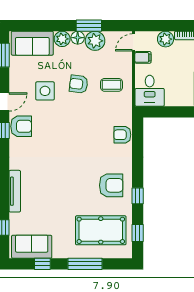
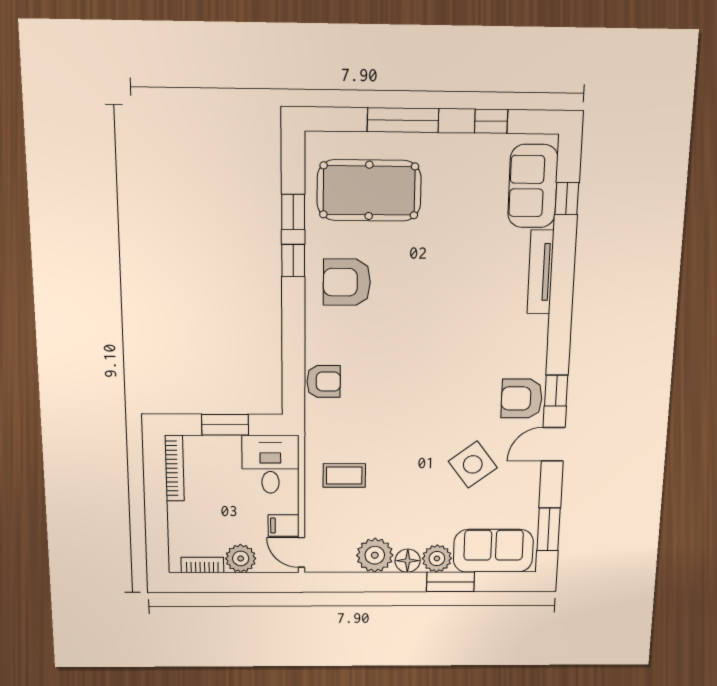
window: (89, 26) -> (450, 582), moved
door: (134, 42) -> (302, 553), swing flipped
armchair: (79, 84) -> (408, 477), removed
side table: (45, 91) -> (473, 464), turned -37
window: (173, 112) -> (225, 425), added
window: (138, 233) -> (293, 212), moved
sofa: (32, 247) -> (533, 186), moved, turned 90

